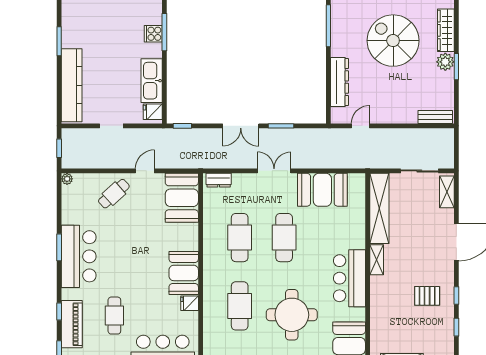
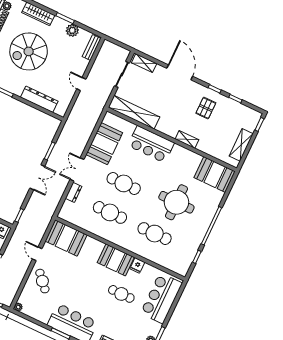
plant: (445, 62) -> (72, 30), moved
door: (360, 126) -> (81, 84), moved
dresser: (219, 180) -> (74, 192), moved
shelving: (377, 260) -> (187, 139), moved
bar counter: (349, 278) -> (151, 144), moved
cafe table: (114, 316) -> (121, 294), moved

